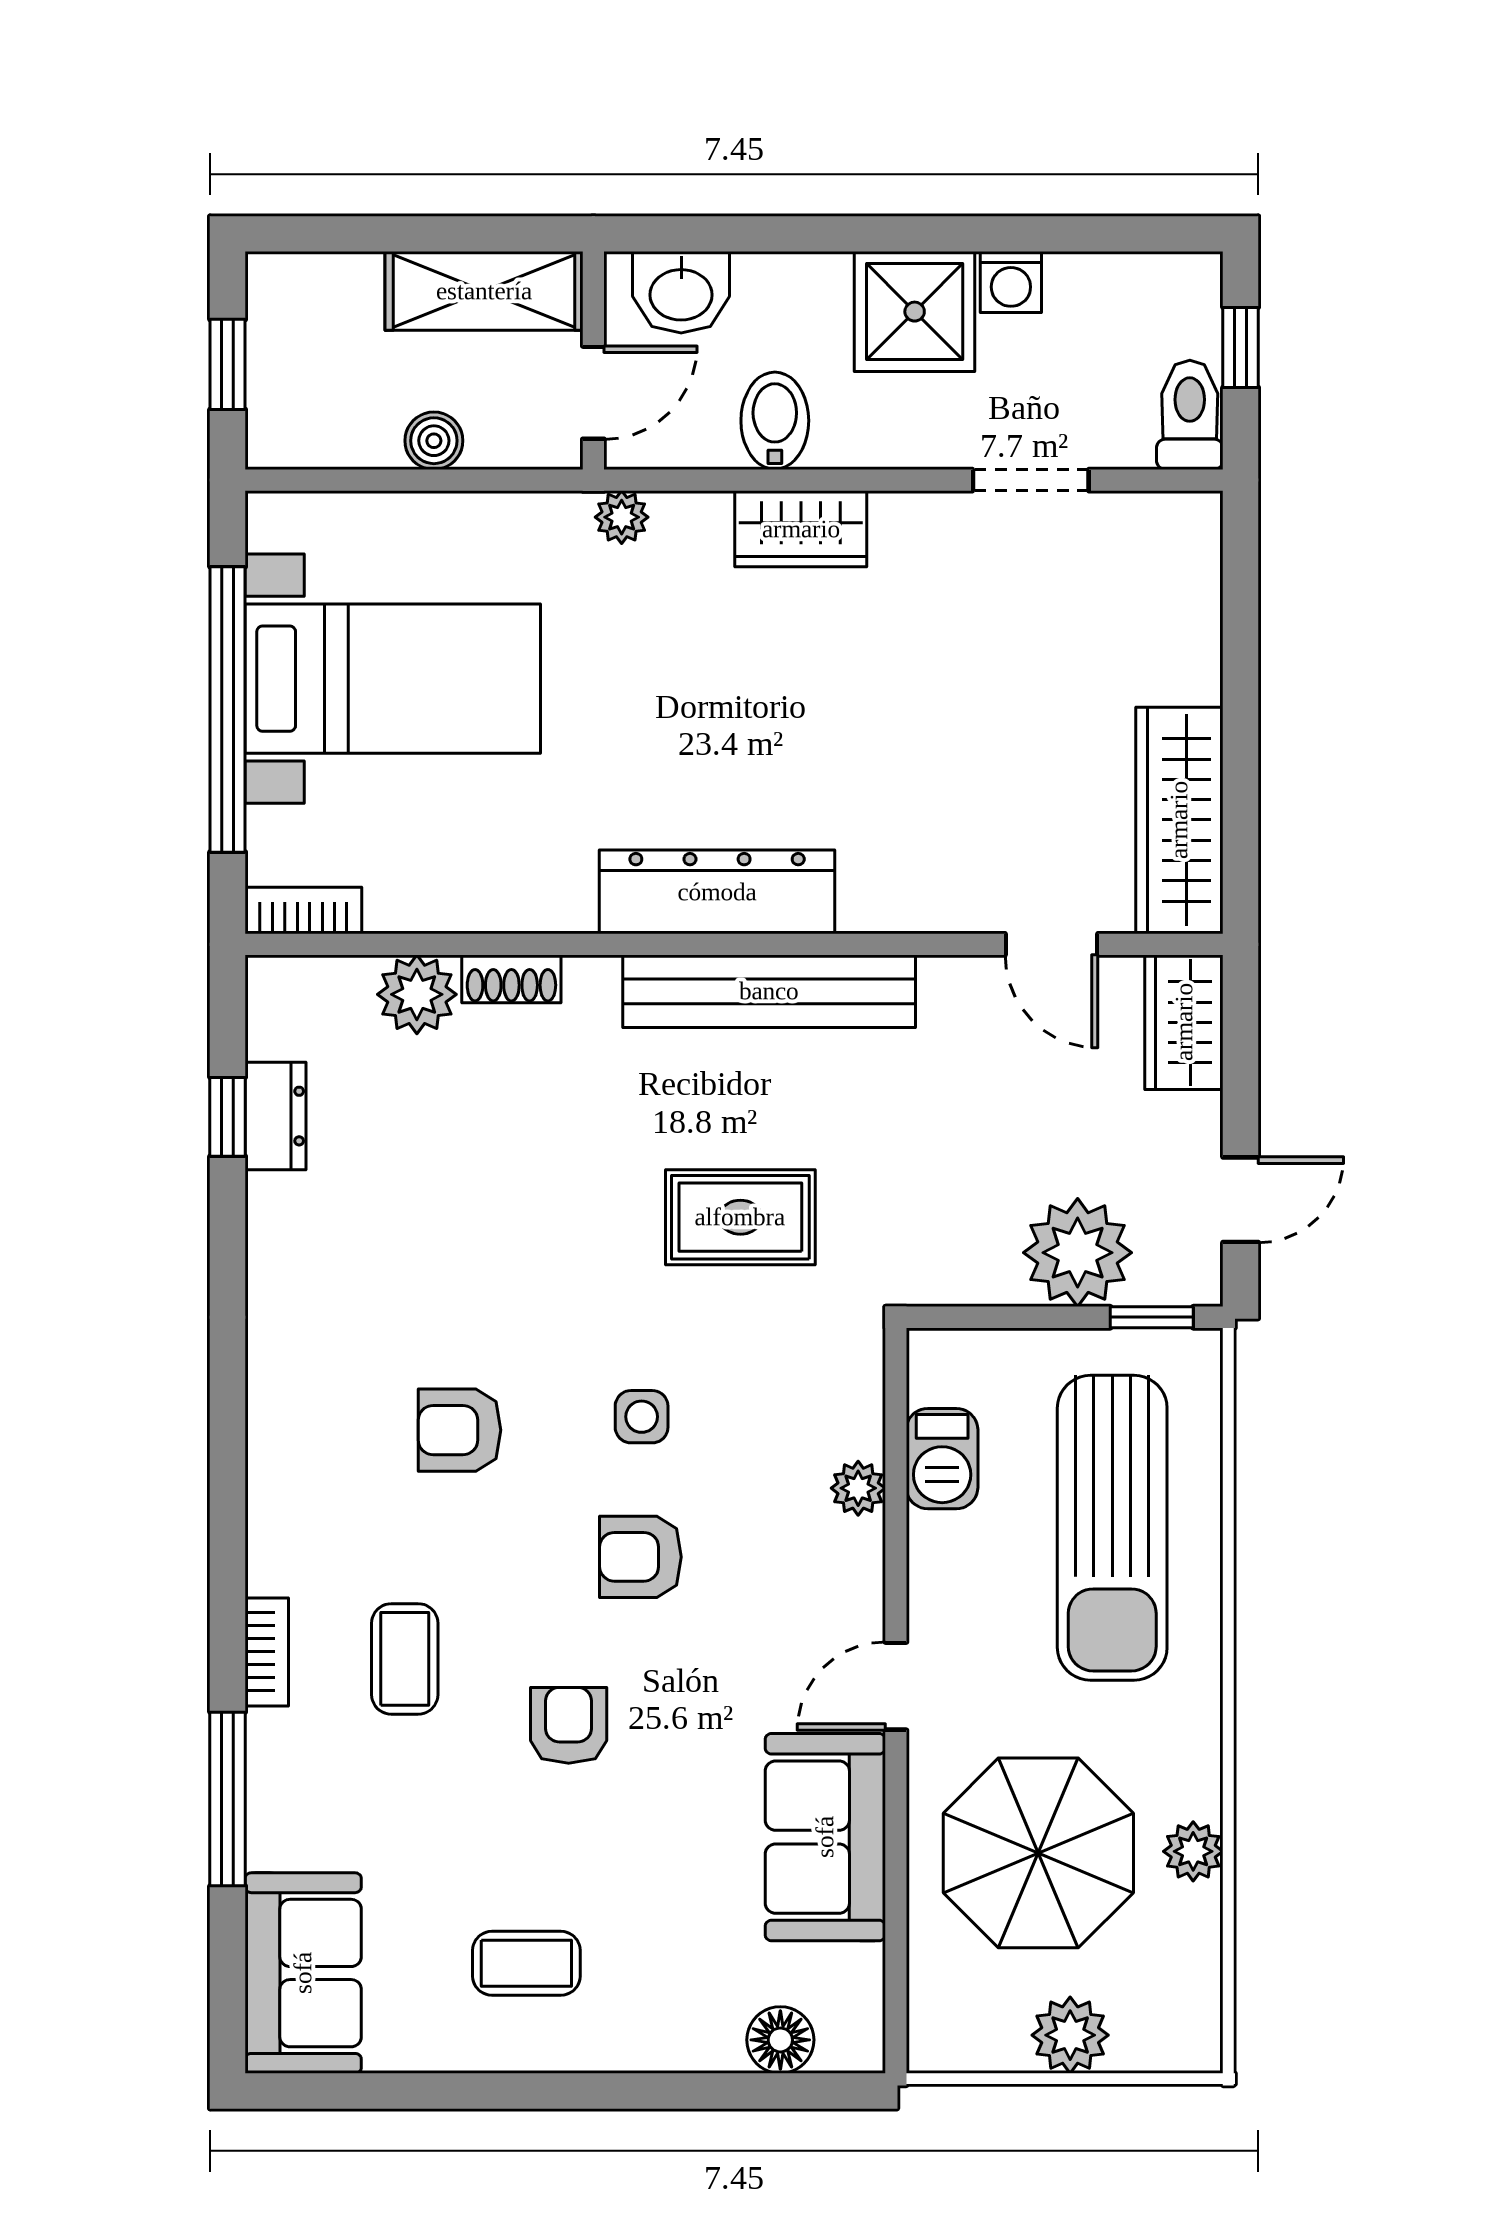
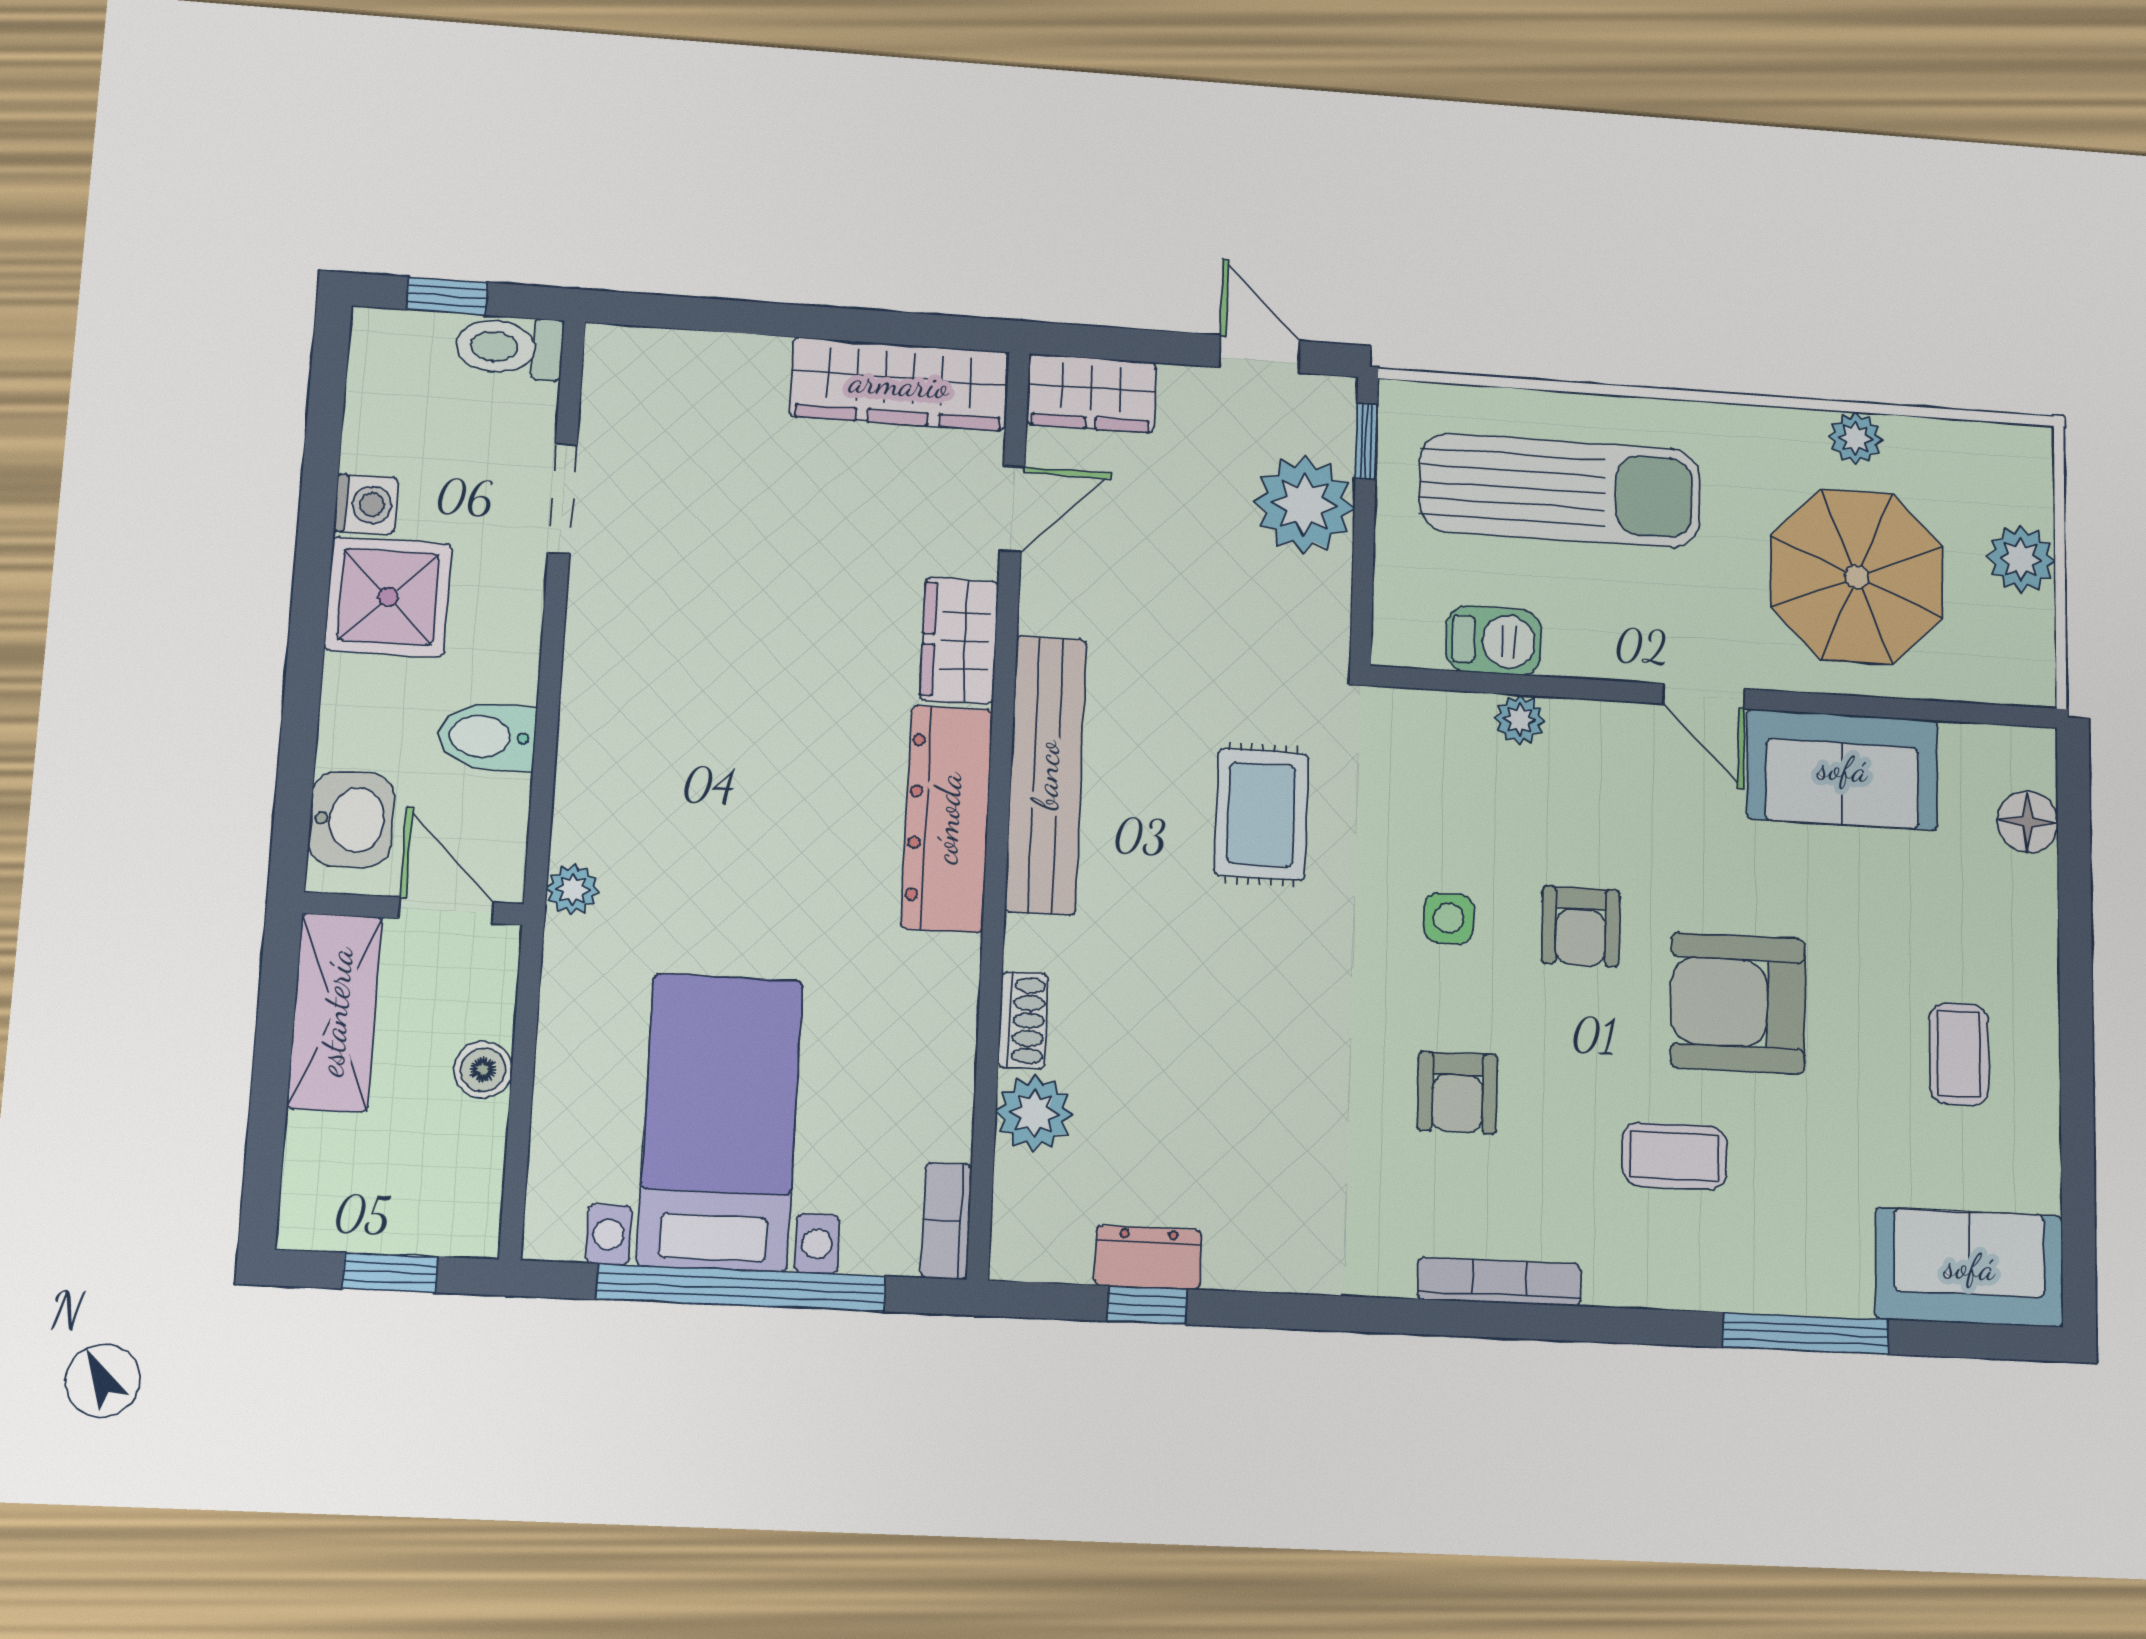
wardrobe: (801, 529) -> (959, 641), moved, turned 180
bookcase: (267, 1652) -> (1499, 1282), moved, width x1.56
armchair: (569, 1725) -> (1738, 1003), width x1.88, depth x1.88

